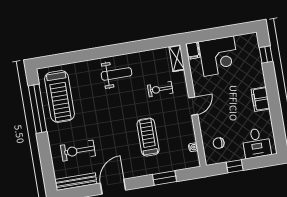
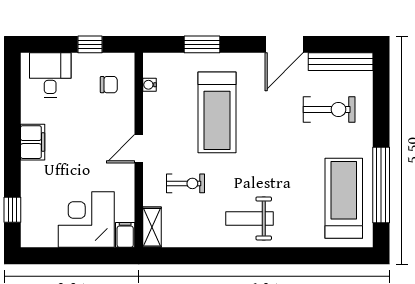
treadmill: (148, 137) -> (217, 112), width x1.37, depth x1.38

